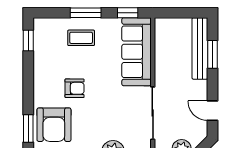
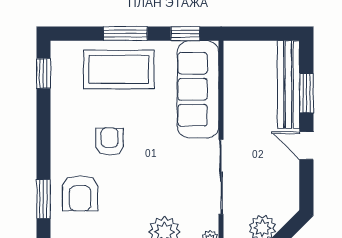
coffee table: (81, 38) -> (119, 69), width x1.86, depth x1.72
armchair: (75, 88) -> (110, 141), turned -90
door: (212, 111) -> (306, 146), moved
armchair: (54, 125) -> (80, 193), width x0.73, depth x0.73

